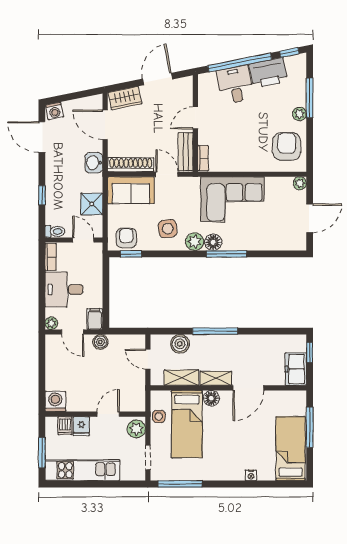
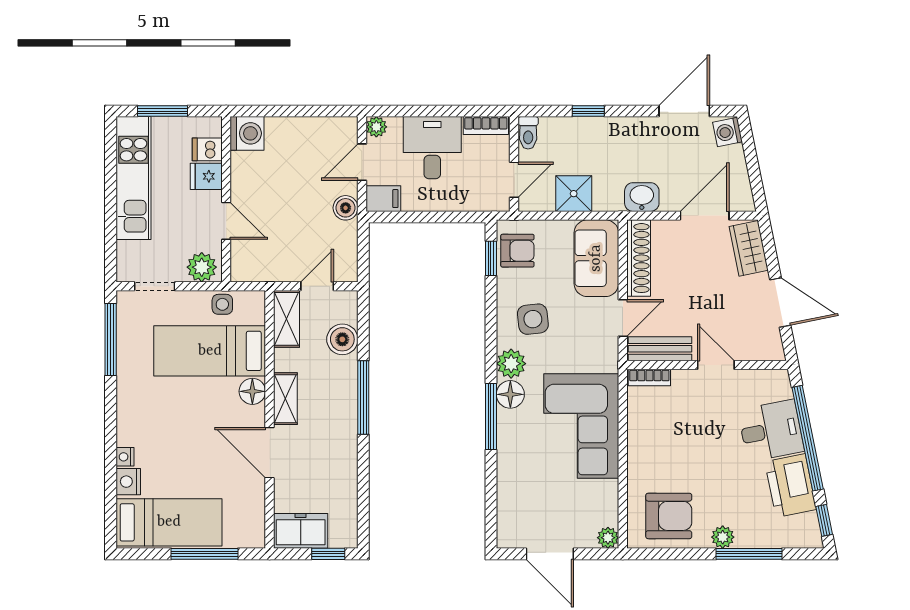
shelving: (181, 378) -> (286, 319), moved
nightstand: (266, 473) -> (128, 482), added

